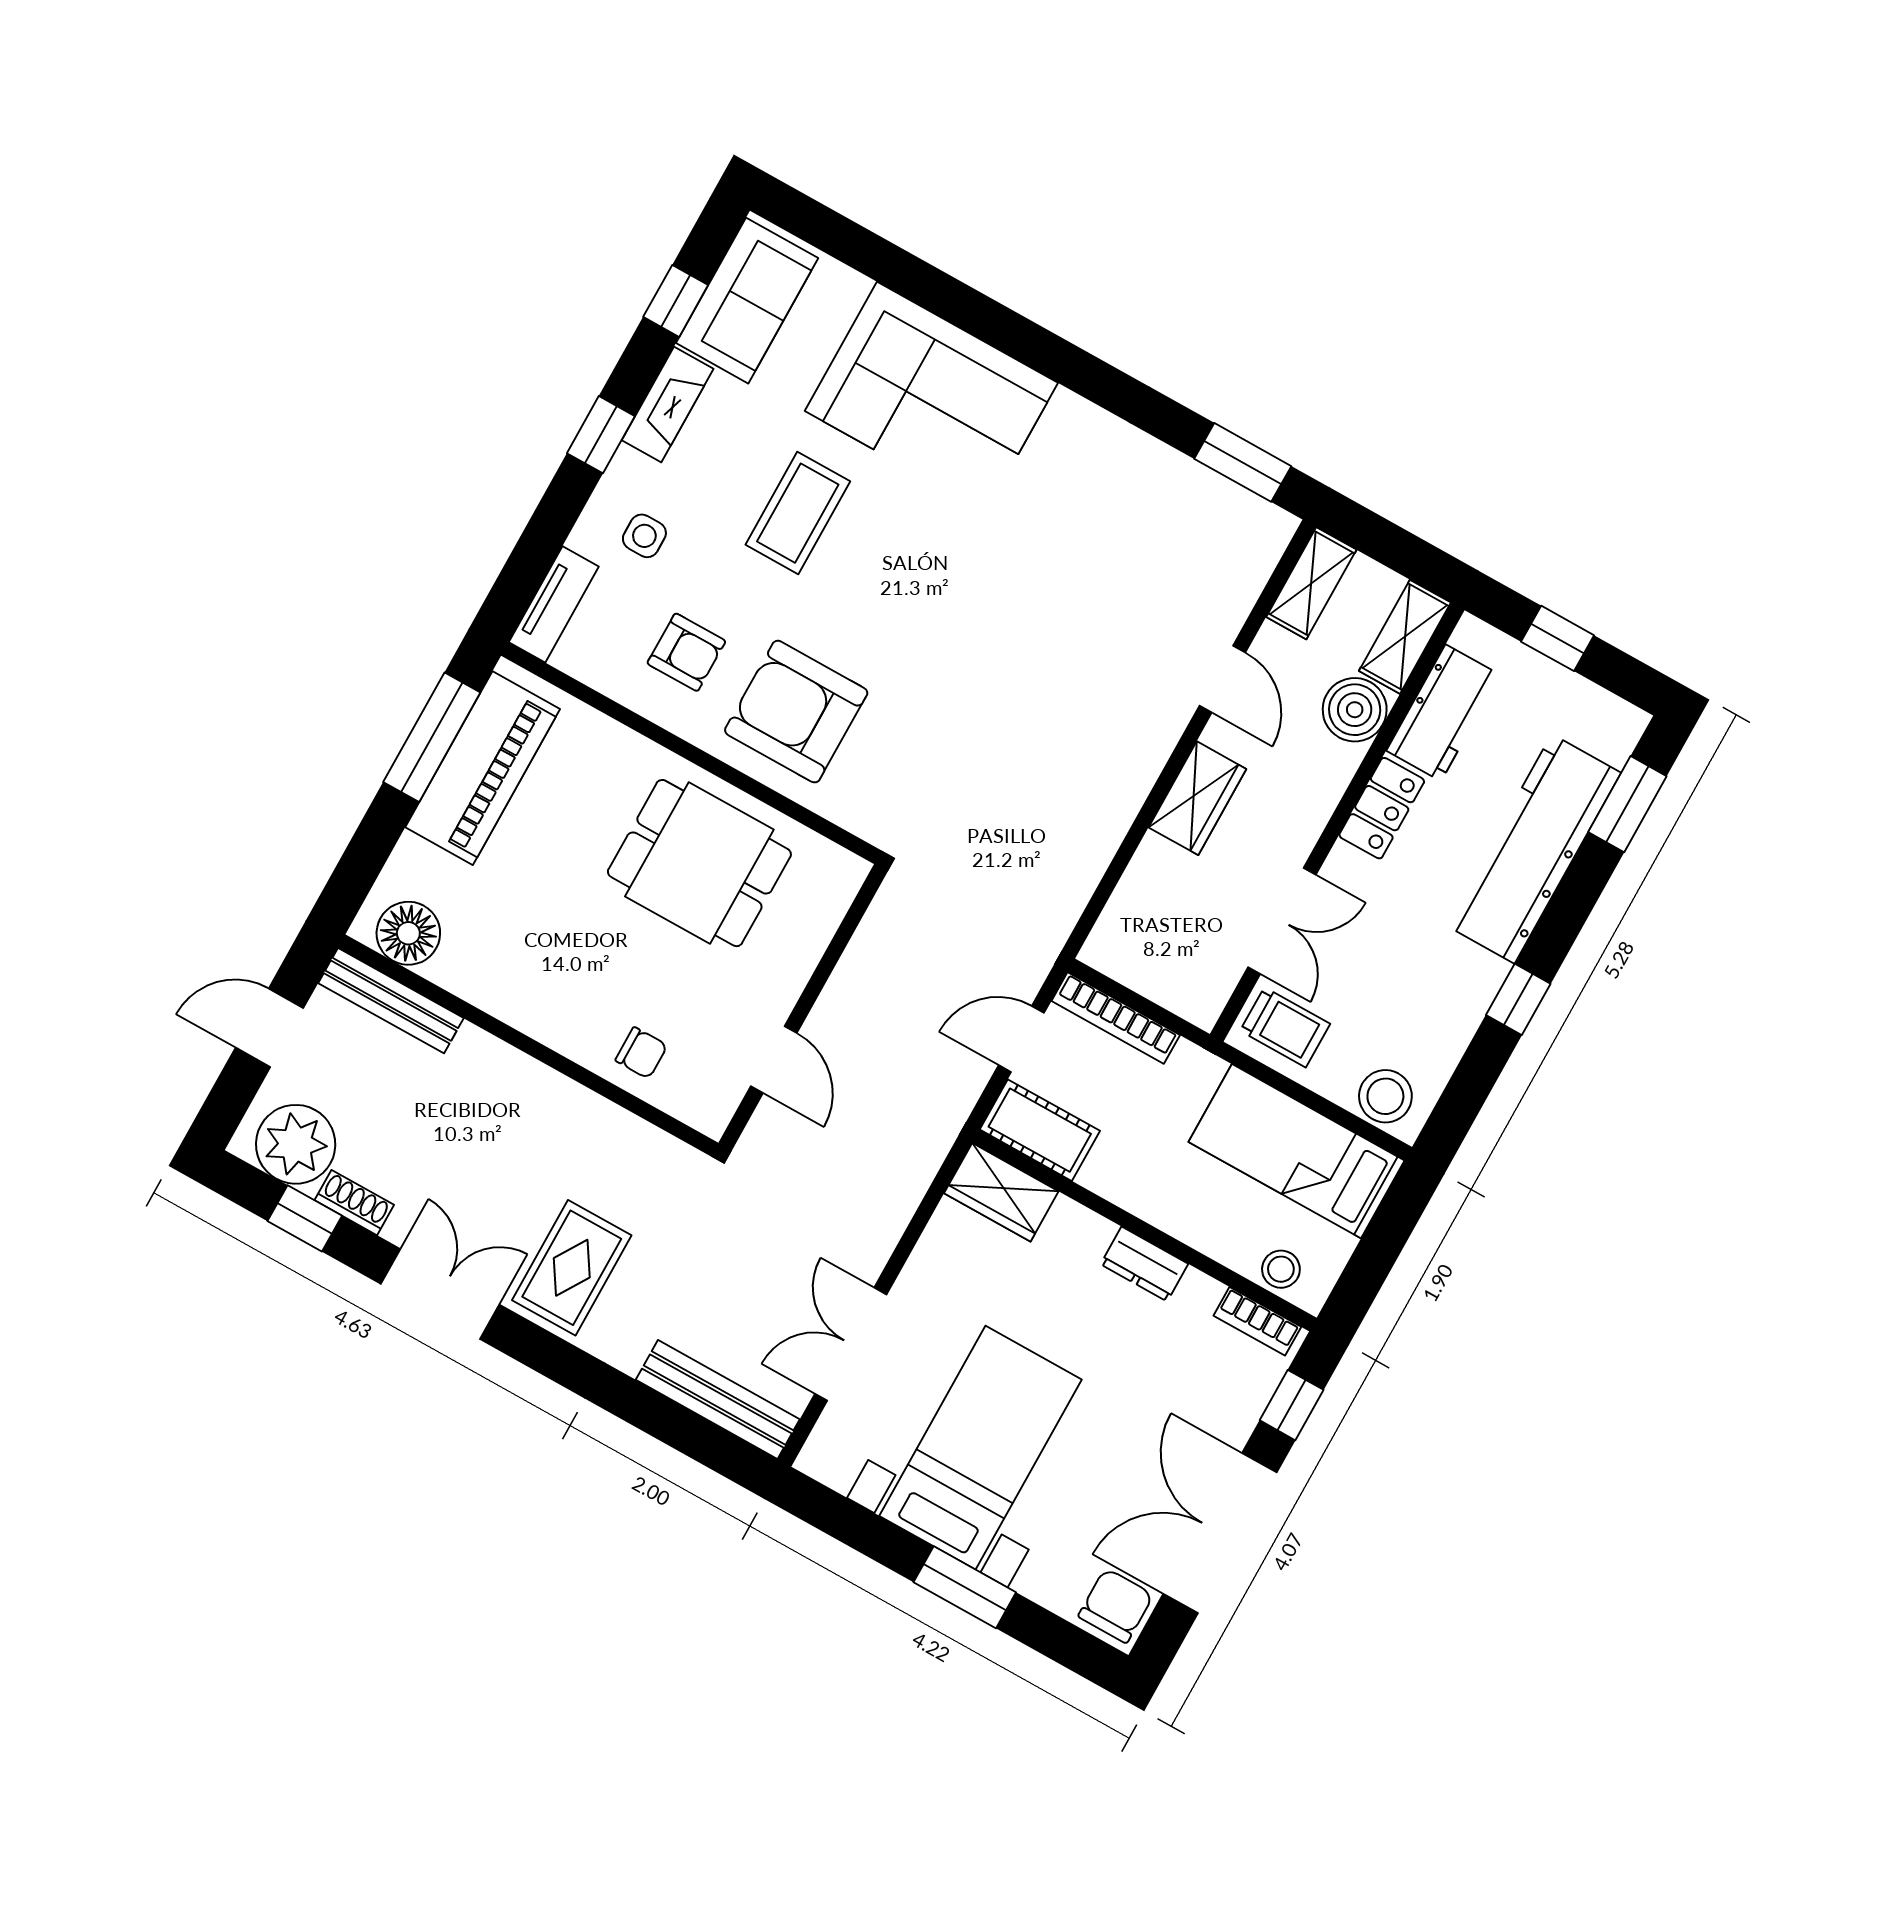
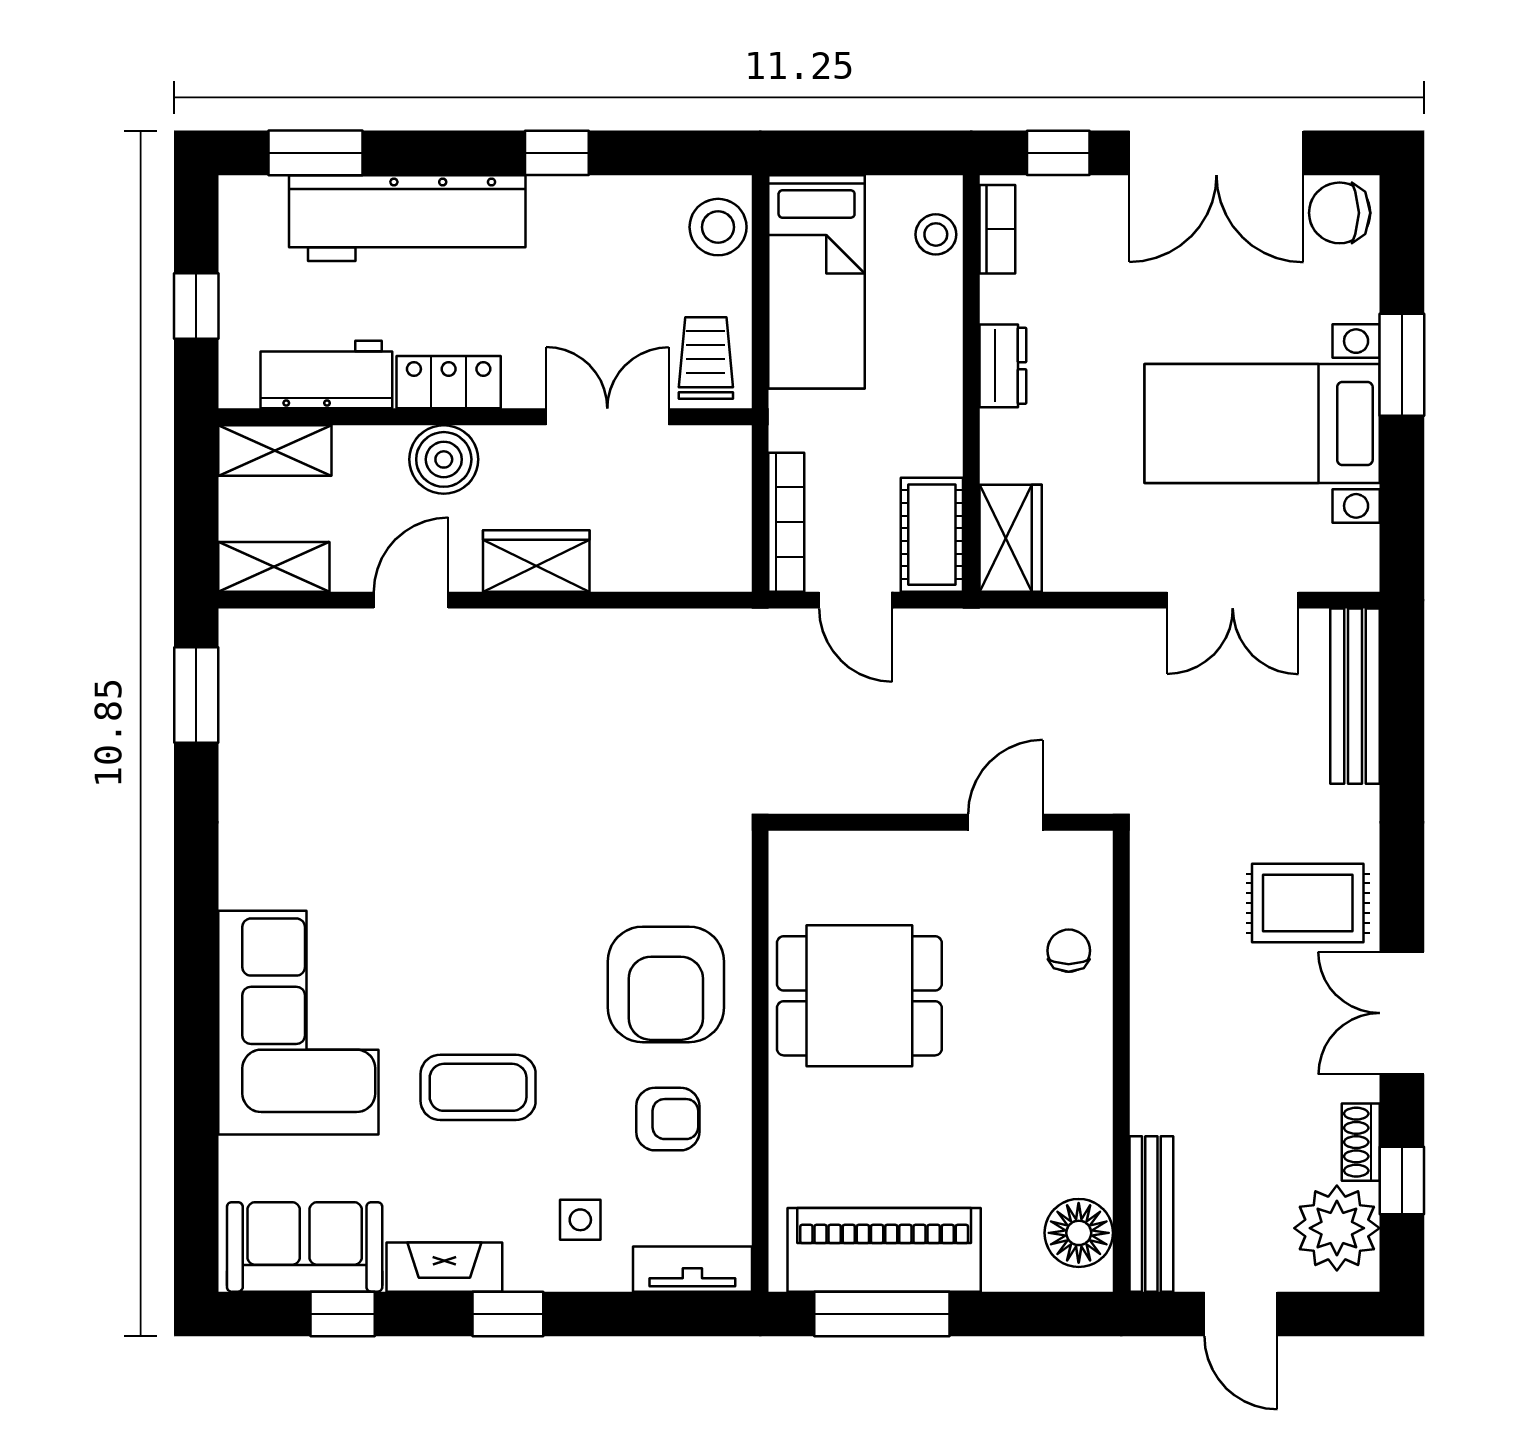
armchair: (686, 652) -> (668, 1119), turned 90
boiler: (1355, 710) -> (444, 459), moved
dining table: (699, 863) -> (859, 996), turned 90

